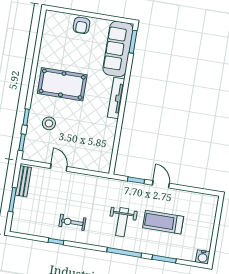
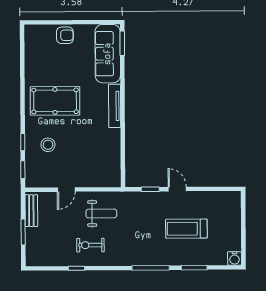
armchair: (82, 25) -> (65, 35), turned -90
door: (59, 167) -> (66, 190), swing flipped
weight bench: (122, 222) -> (101, 214), moved, turned -90

